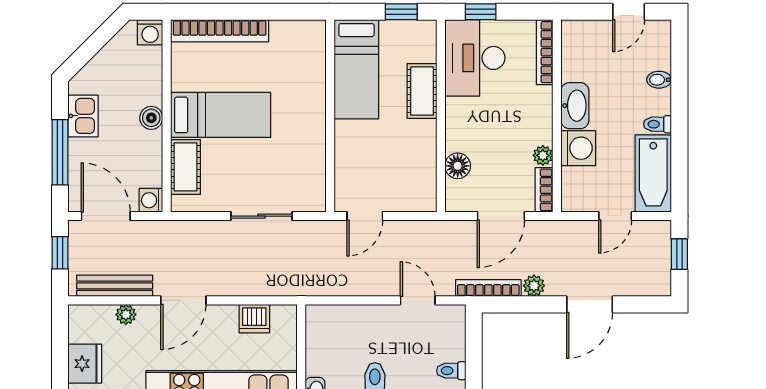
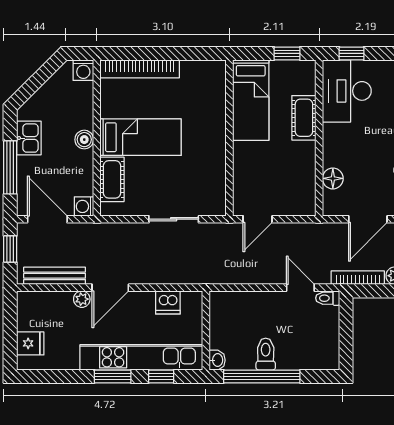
plant: (126, 315) -> (82, 299), moved
fridge: (85, 364) -> (30, 343), width x0.72
toilet: (451, 371) -> (328, 298), moved

